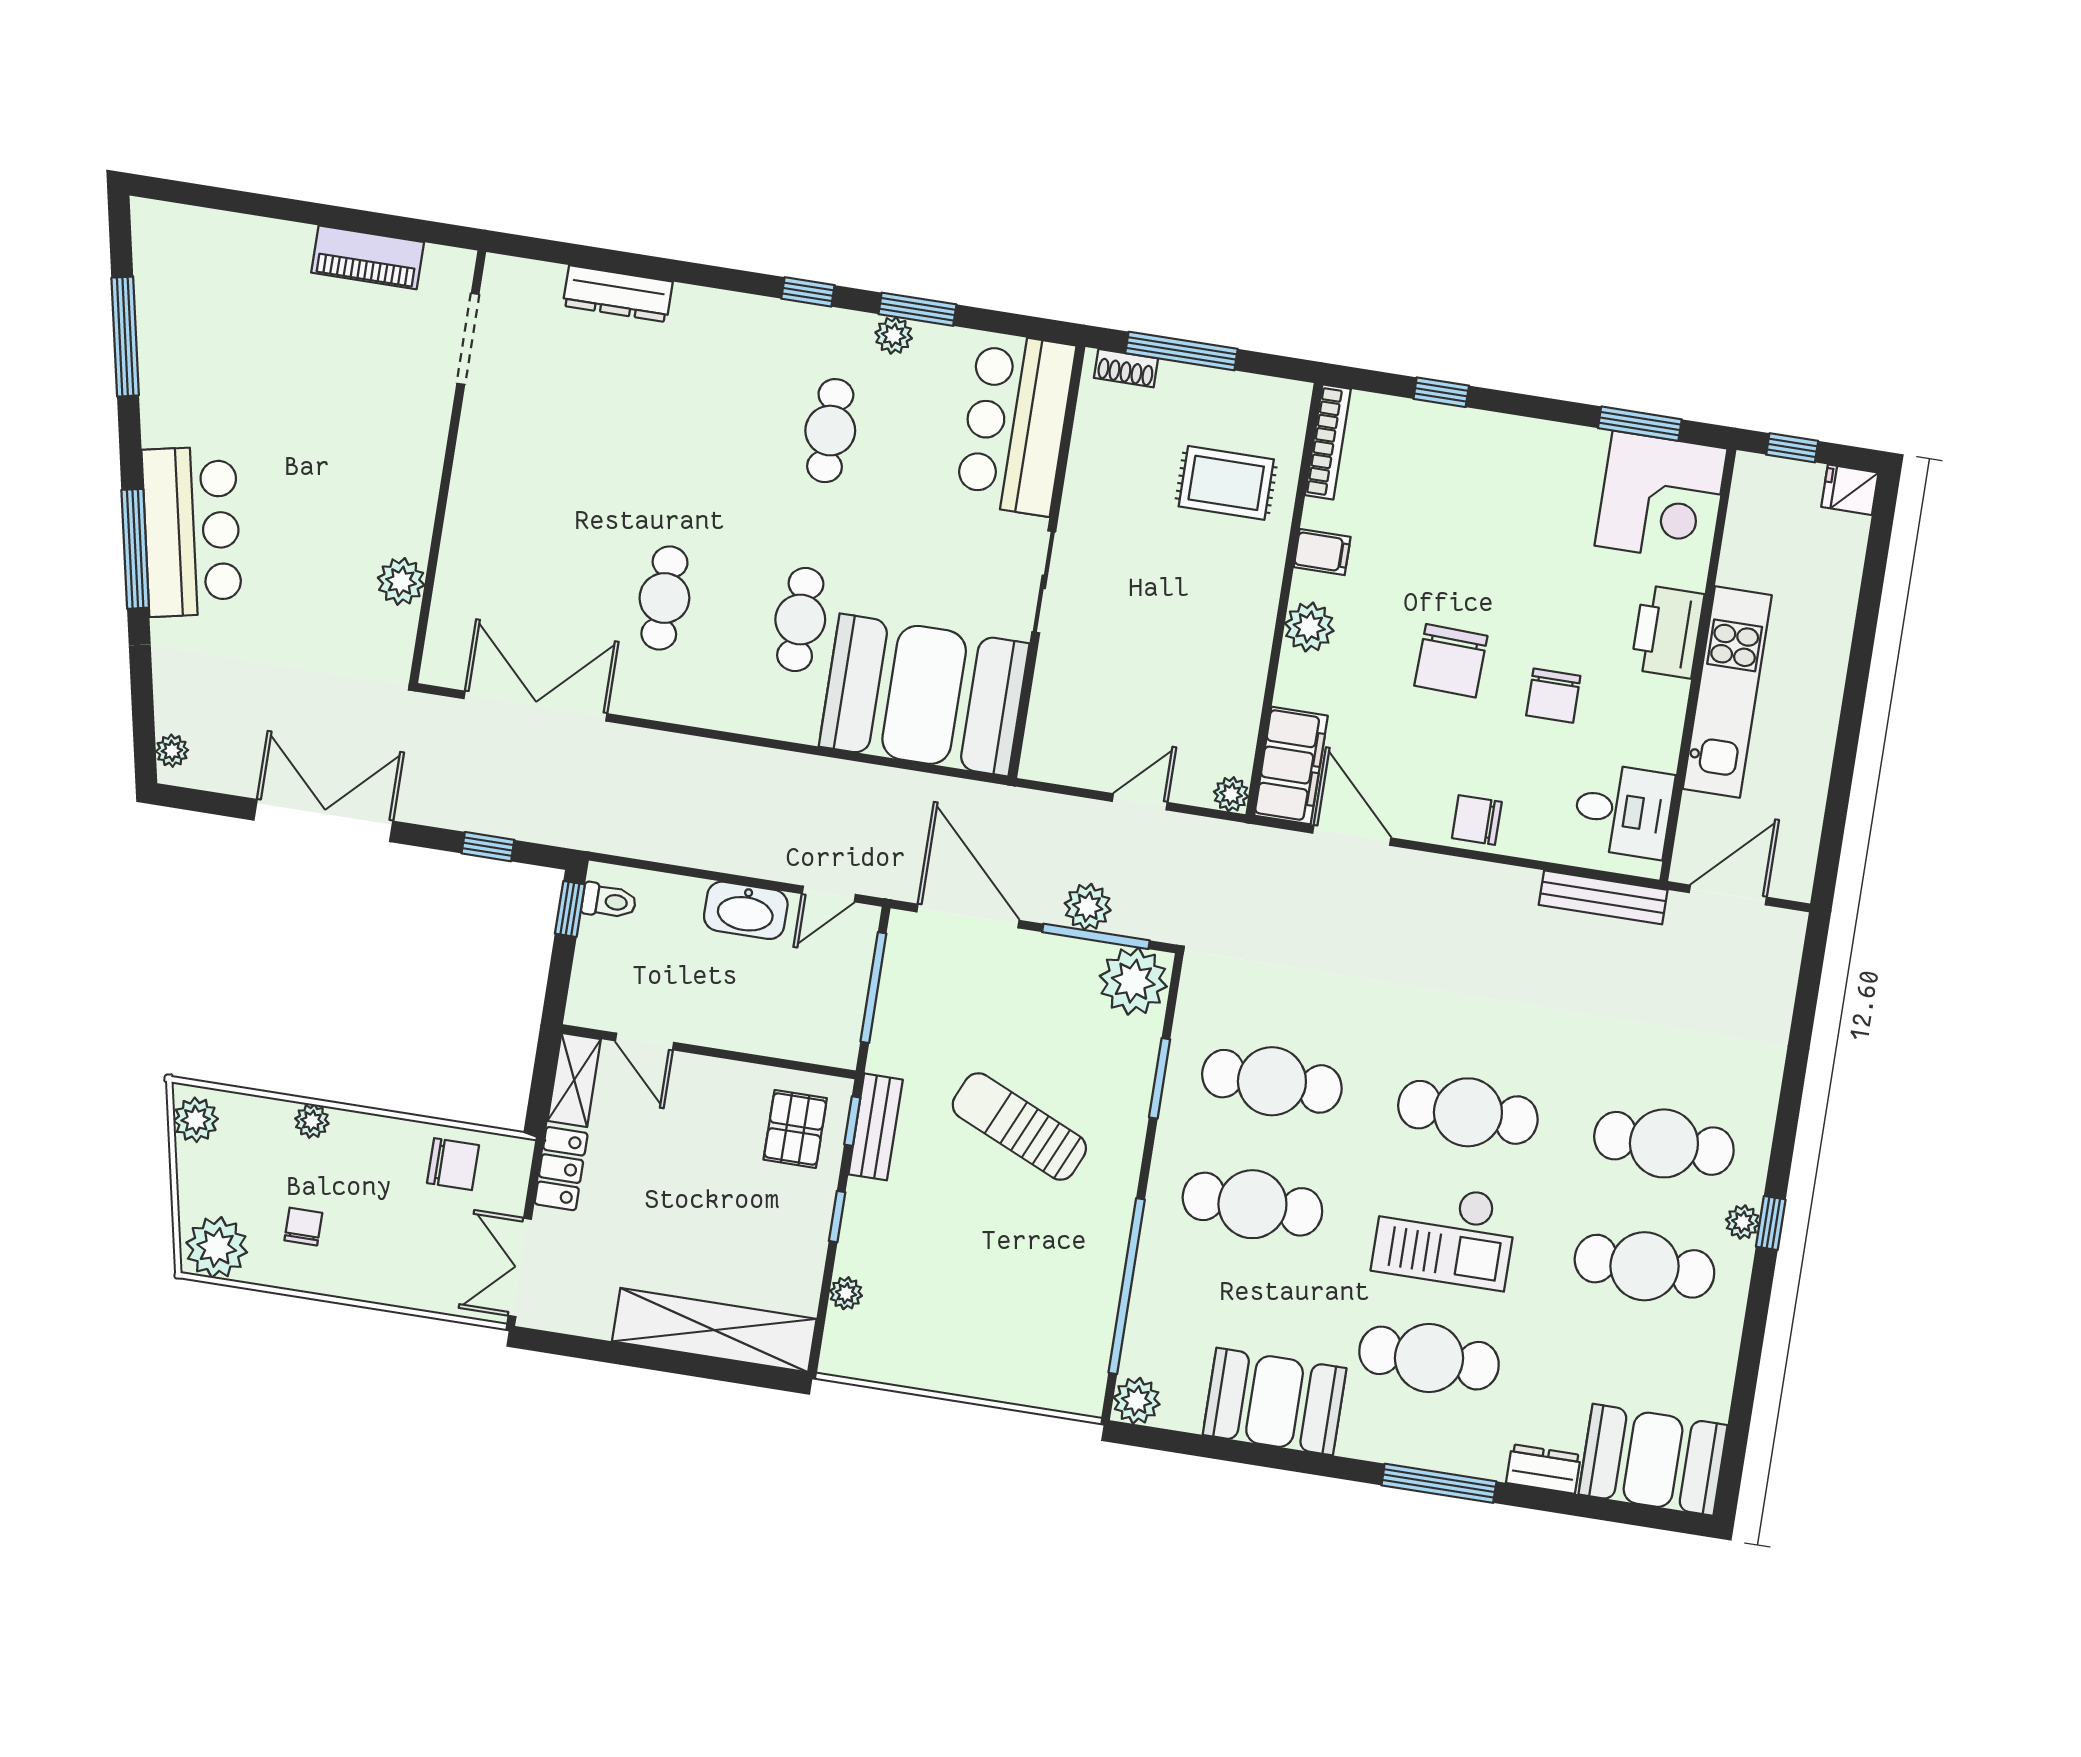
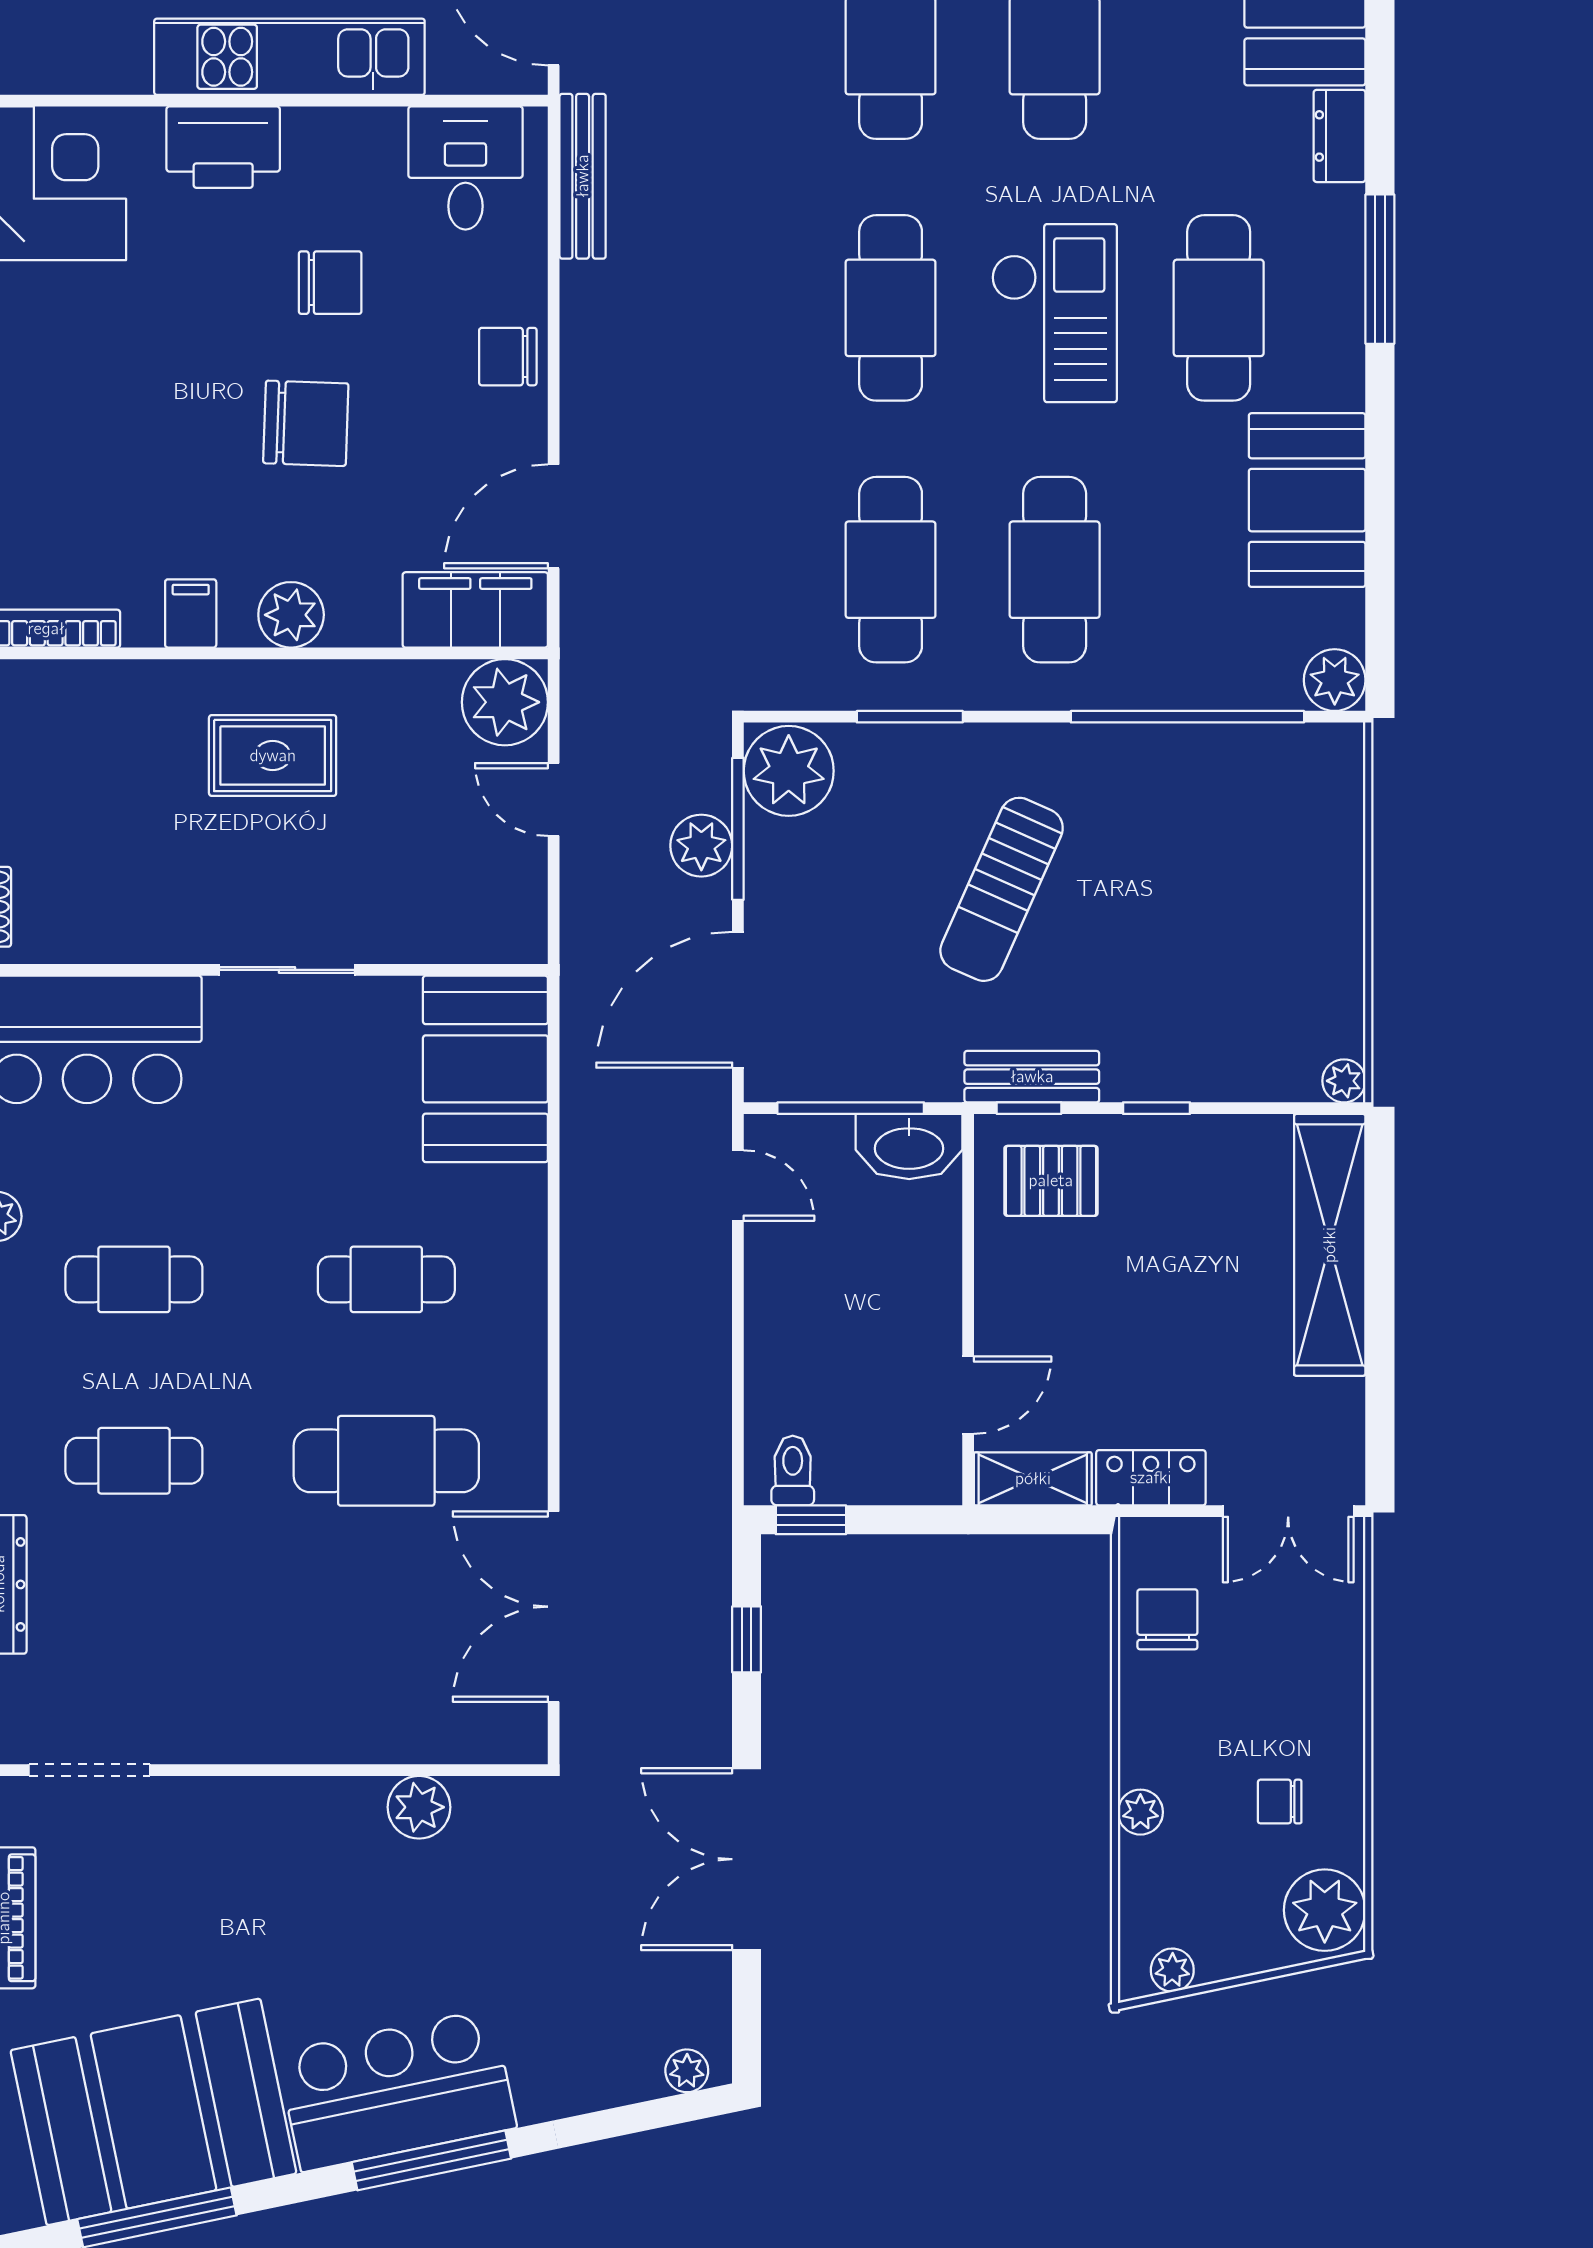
booth: (204, 346) -> (153, 2112), added
cafe table: (694, 409) -> (134, 1461), added
rug: (1226, 483) -> (273, 756), moved, turned 90
cafe table: (664, 598) -> (386, 1461), width x1.37, depth x1.35
booth: (924, 695) -> (485, 1069), width x0.73, depth x0.70
plant: (1231, 794) -> (505, 702), width x1.87, depth x1.87
chair: (1477, 820) -> (508, 357), turned 90
washbasin: (746, 910) -> (909, 1147), moved, turned 90
plant: (196, 1120) -> (1172, 1970), width x0.73, depth x0.73
plant: (846, 1293) -> (1344, 1081), moved

